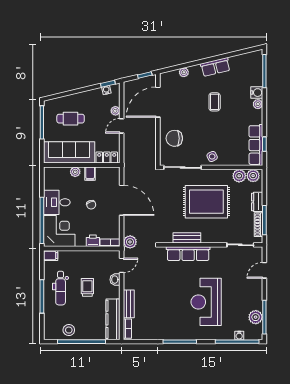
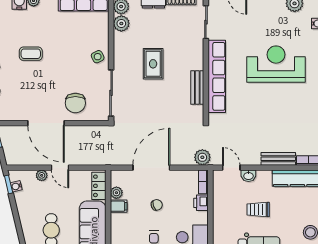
door: (158, 102) -> (46, 123), moved
plant: (75, 172) -> (116, 193), moved
rug: (206, 202) -> (153, 64), width x0.54, depth x0.49
row of seats: (188, 254) -> (217, 76), width x1.36
reception desk: (206, 302) -> (276, 64), turned 180

